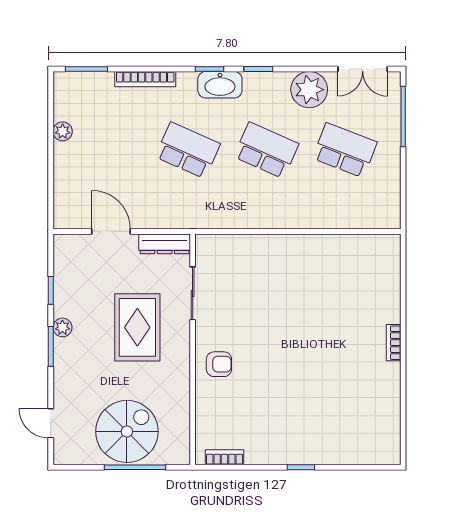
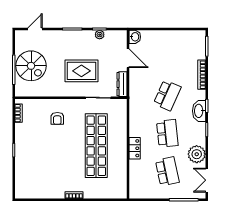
plant: (63, 131) -> (176, 35), removed
school desk: (266, 150) -> (167, 133), turned -30
school desk: (345, 150) -> (167, 171), turned -33
washbasin: (67, 217) -> (135, 37), added
locker: (297, 218) -> (135, 148), added
door: (111, 232) -> (128, 58), hinge flipped
shop shelf: (292, 297) -> (96, 146), added
plant: (62, 327) -> (100, 35), moved
armchair: (219, 364) -> (57, 118), moved

